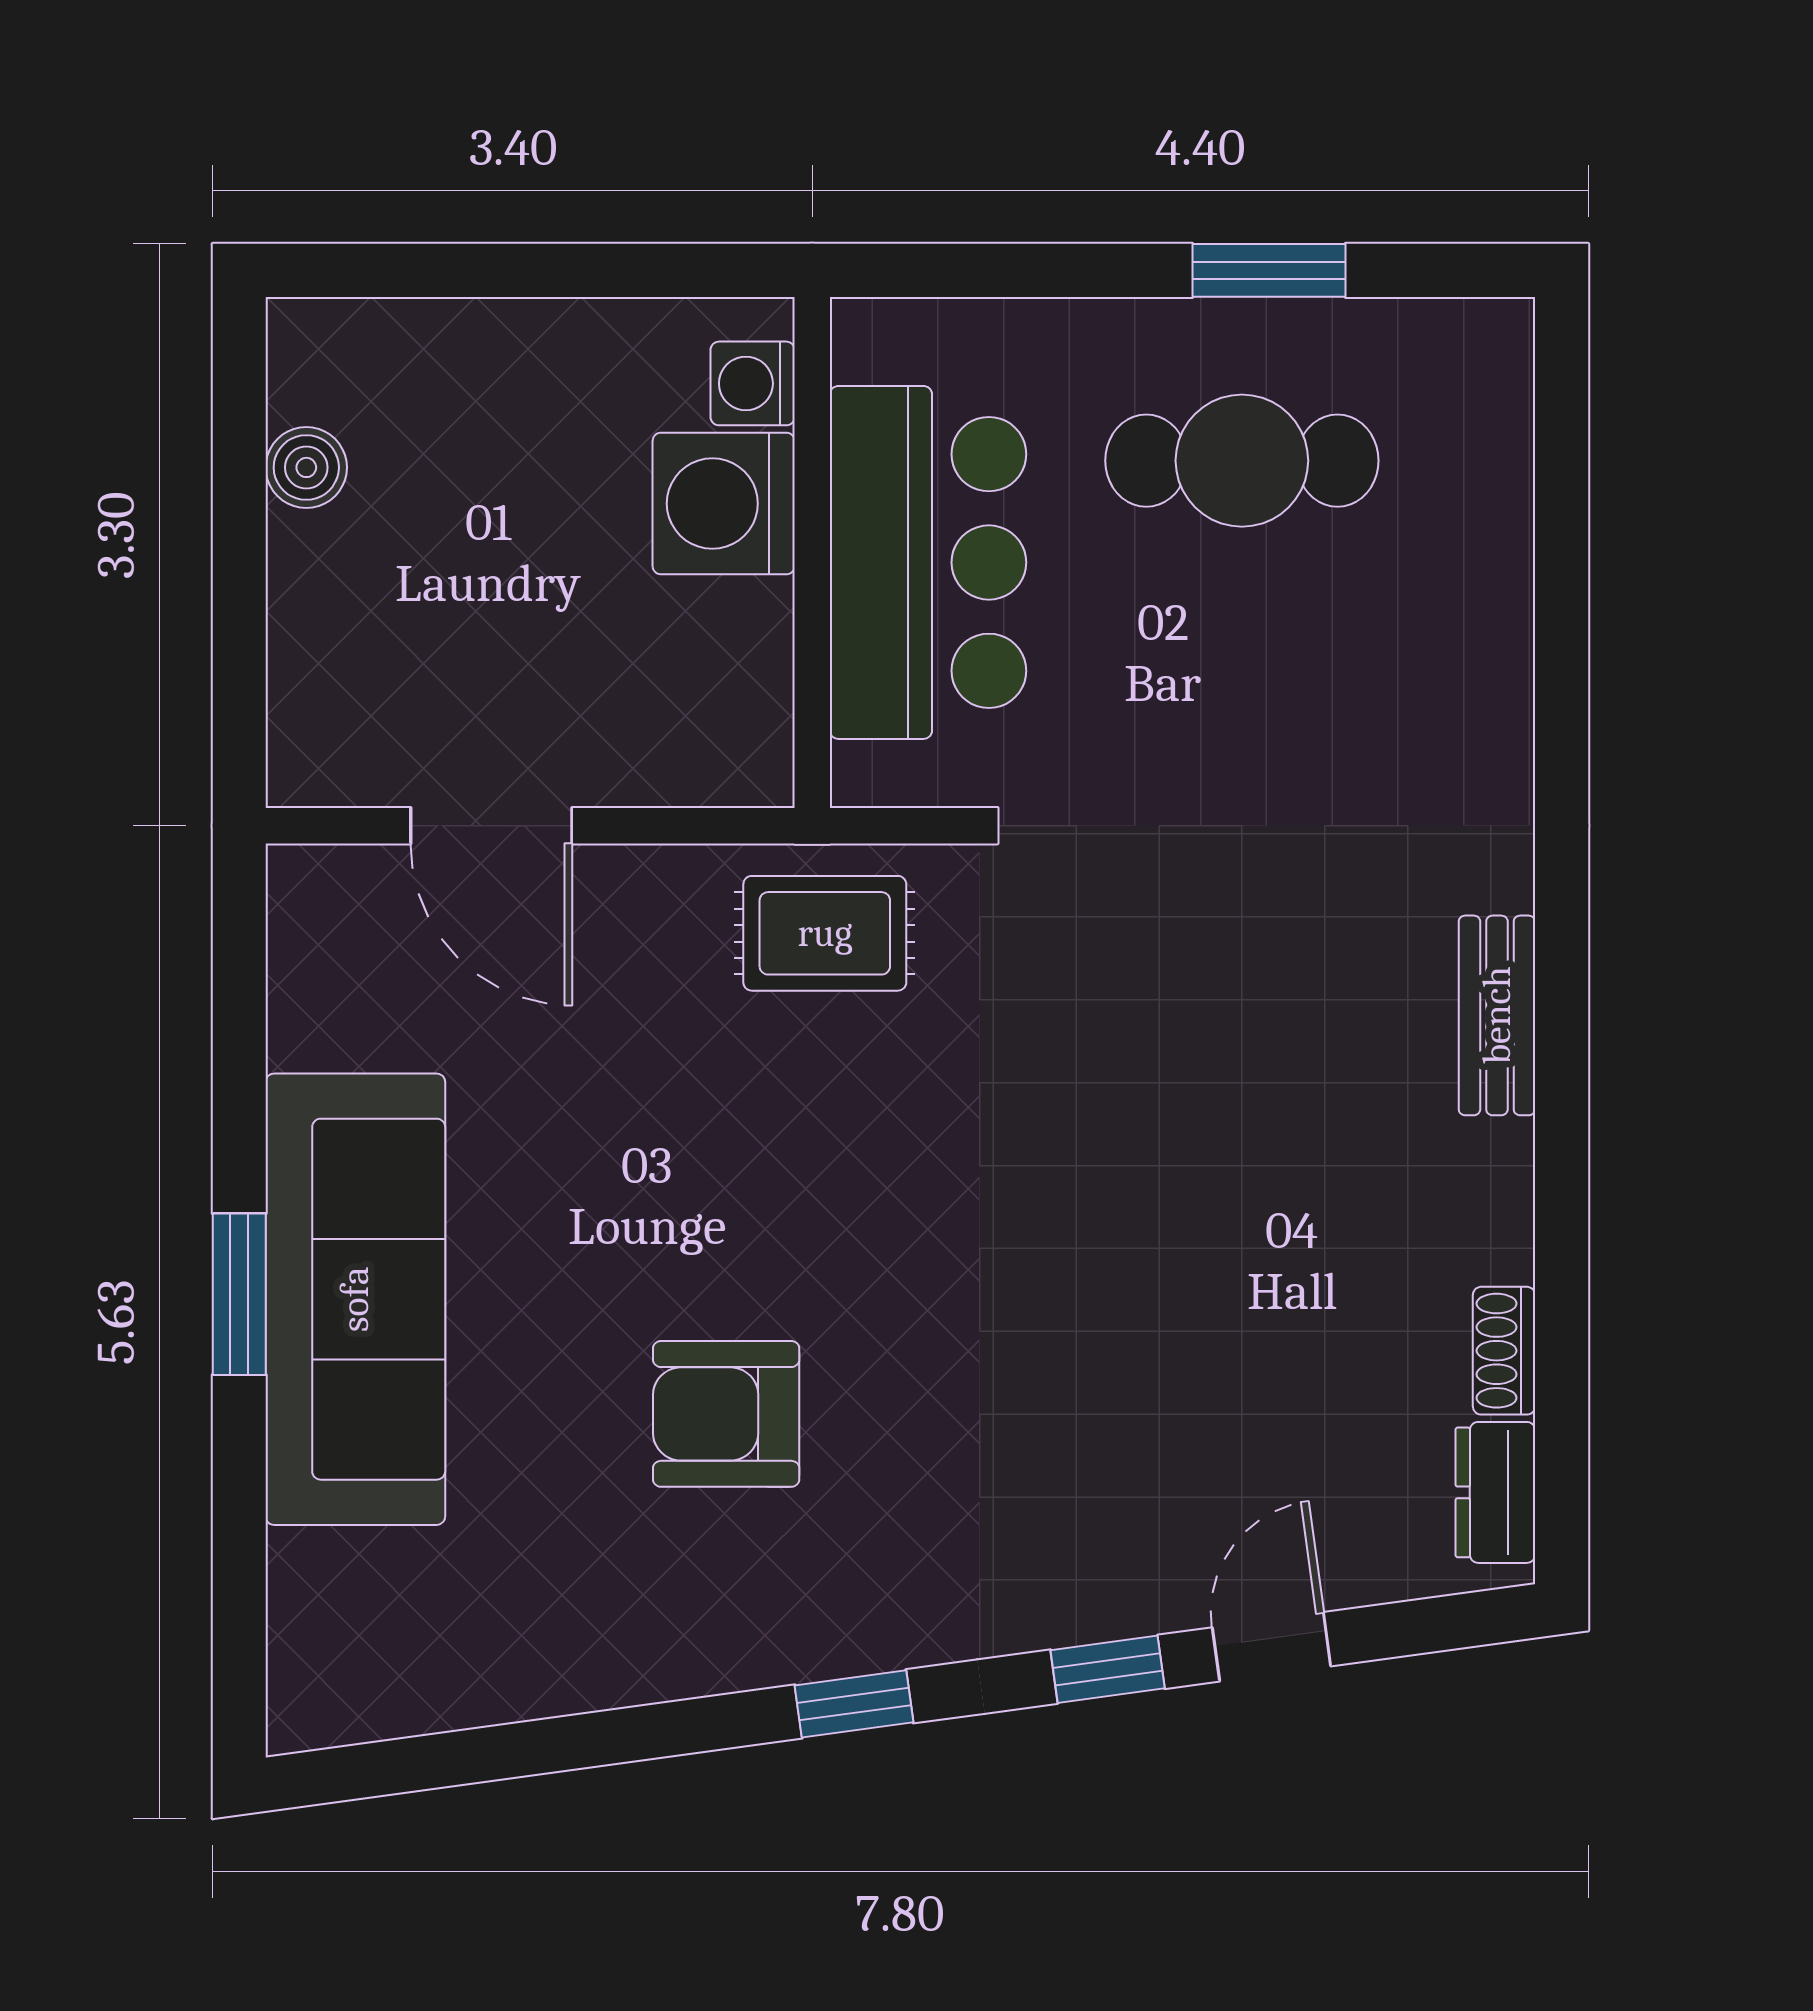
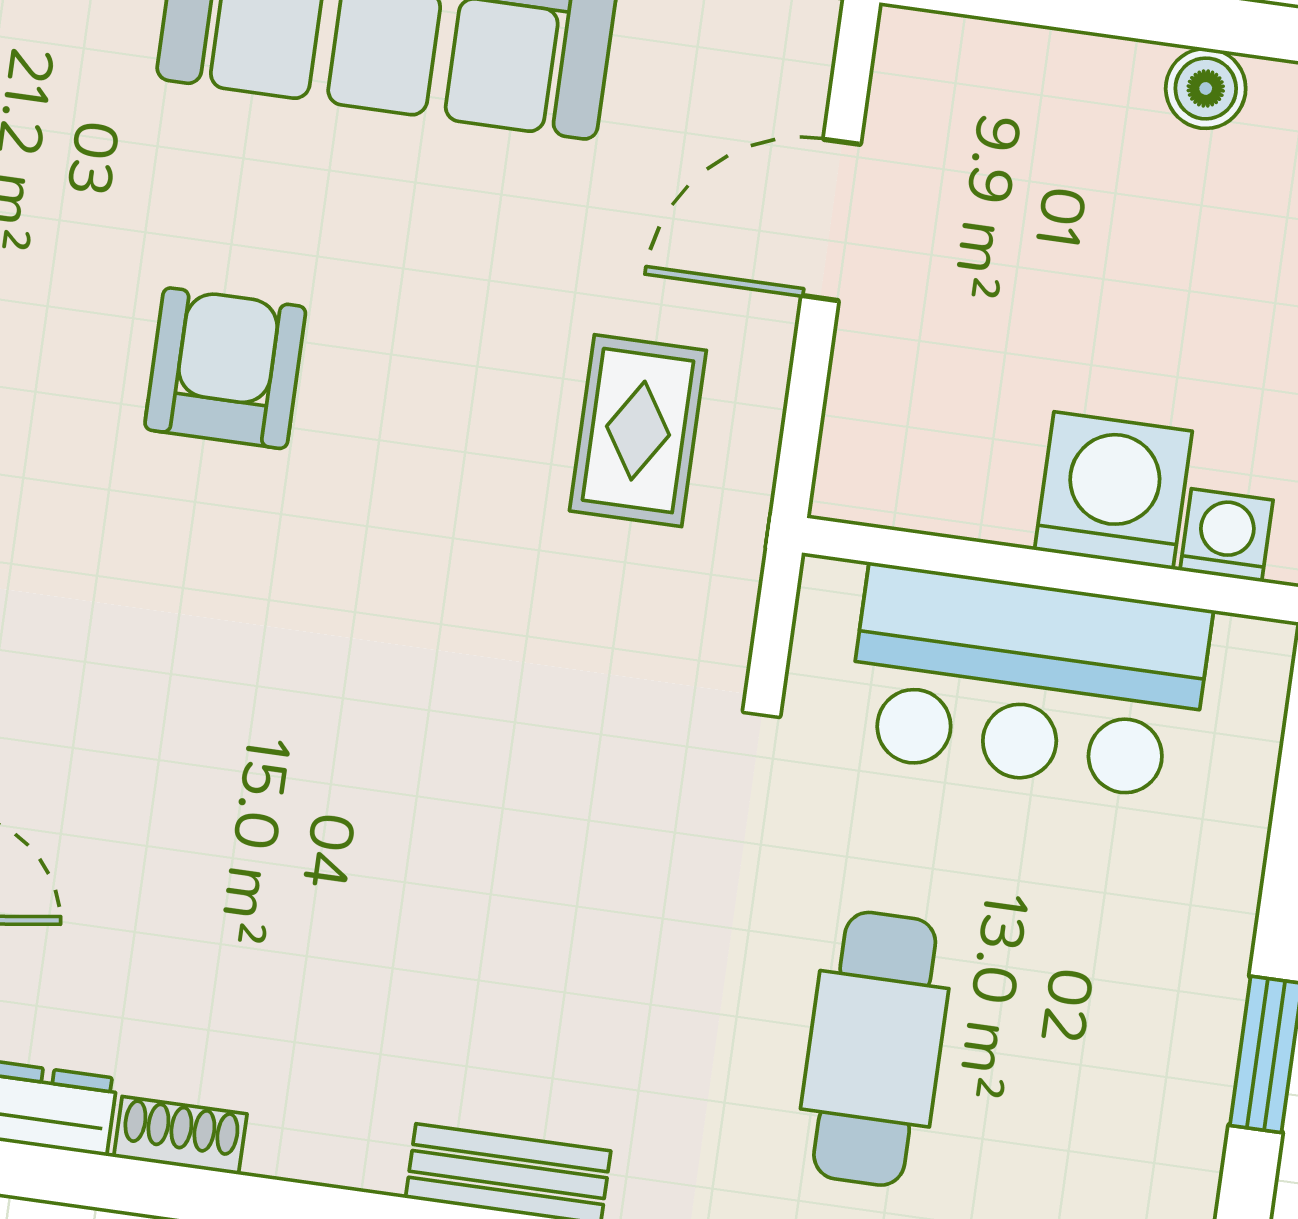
cafe table: (1242, 461) -> (875, 1049), moved
rug: (825, 933) -> (638, 431), moved

